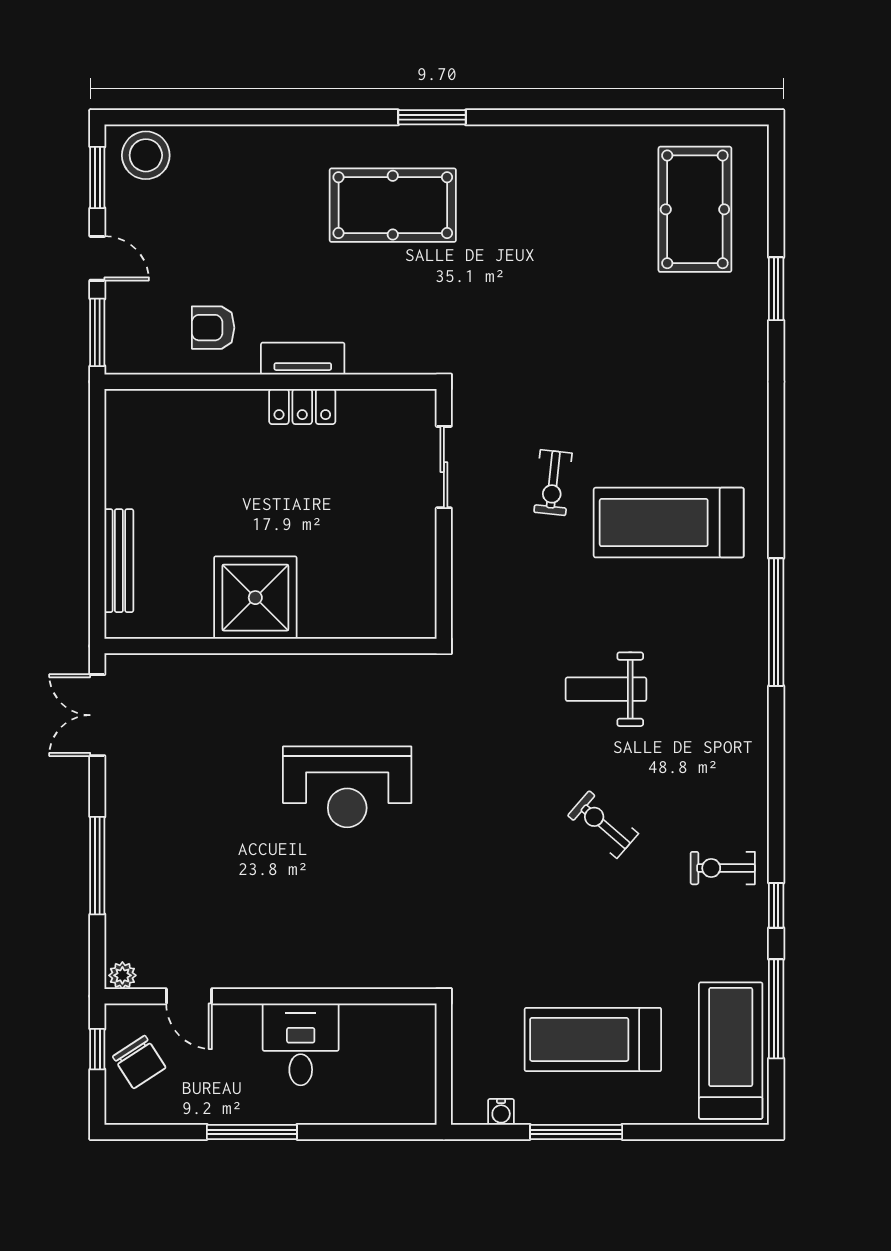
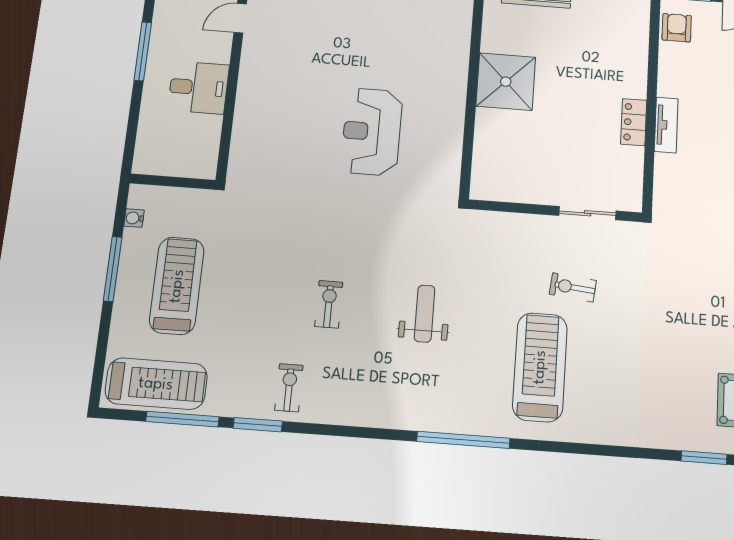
armchair: (213, 328) -> (677, 28), moved
exercise bike: (603, 825) -> (329, 304), turned -41
window: (776, 905) -> (258, 425), width x1.50

